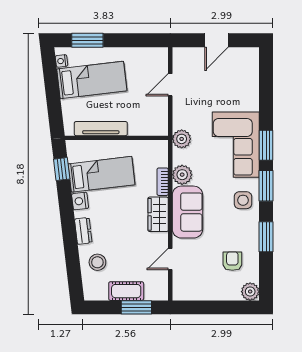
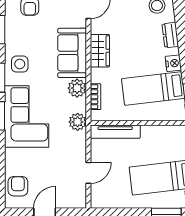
armchair: (245, 71) -> (18, 186), added
tv unit: (101, 129) -> (115, 132), moved
bookcase: (163, 182) -> (95, 97), moved

